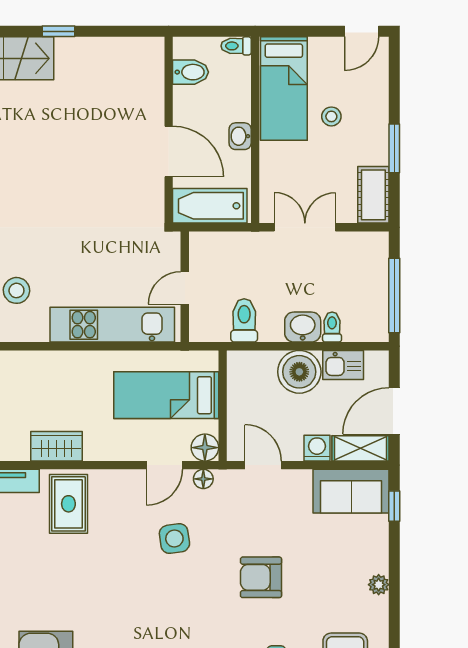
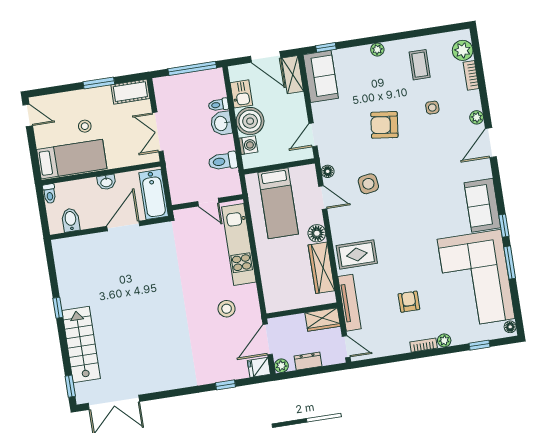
wardrobe: (56, 446) -> (321, 268), width x1.50
floor lamp: (205, 448) -> (317, 233), moved
washing machine: (317, 448) -> (248, 145), moved, turned 180
armchair: (261, 577) -> (384, 125), turned 97

